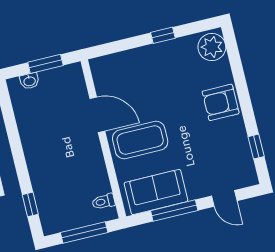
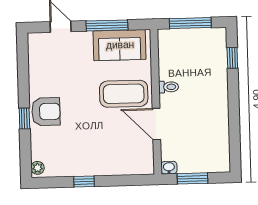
plant: (212, 47) -> (37, 168), width x0.53, depth x0.53
washbasin: (29, 81) -> (169, 168), moved
window: (256, 147) -> (24, 118), moved
toilet: (103, 202) -> (169, 87), moved

